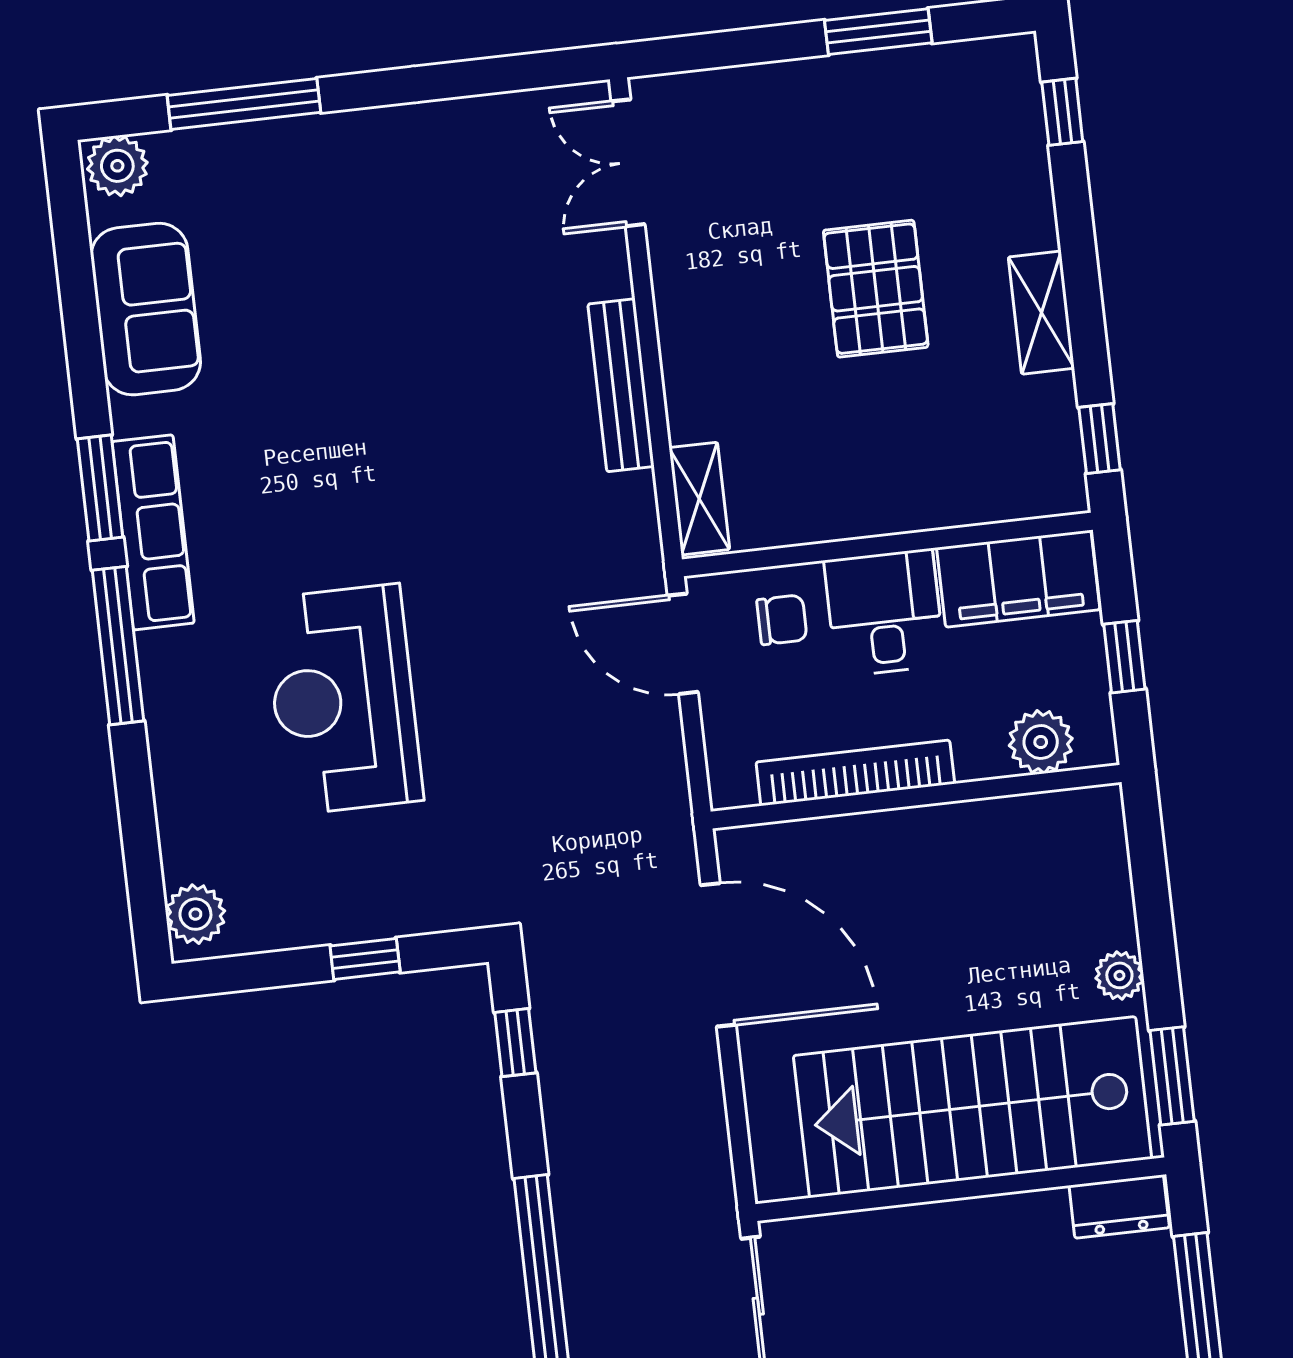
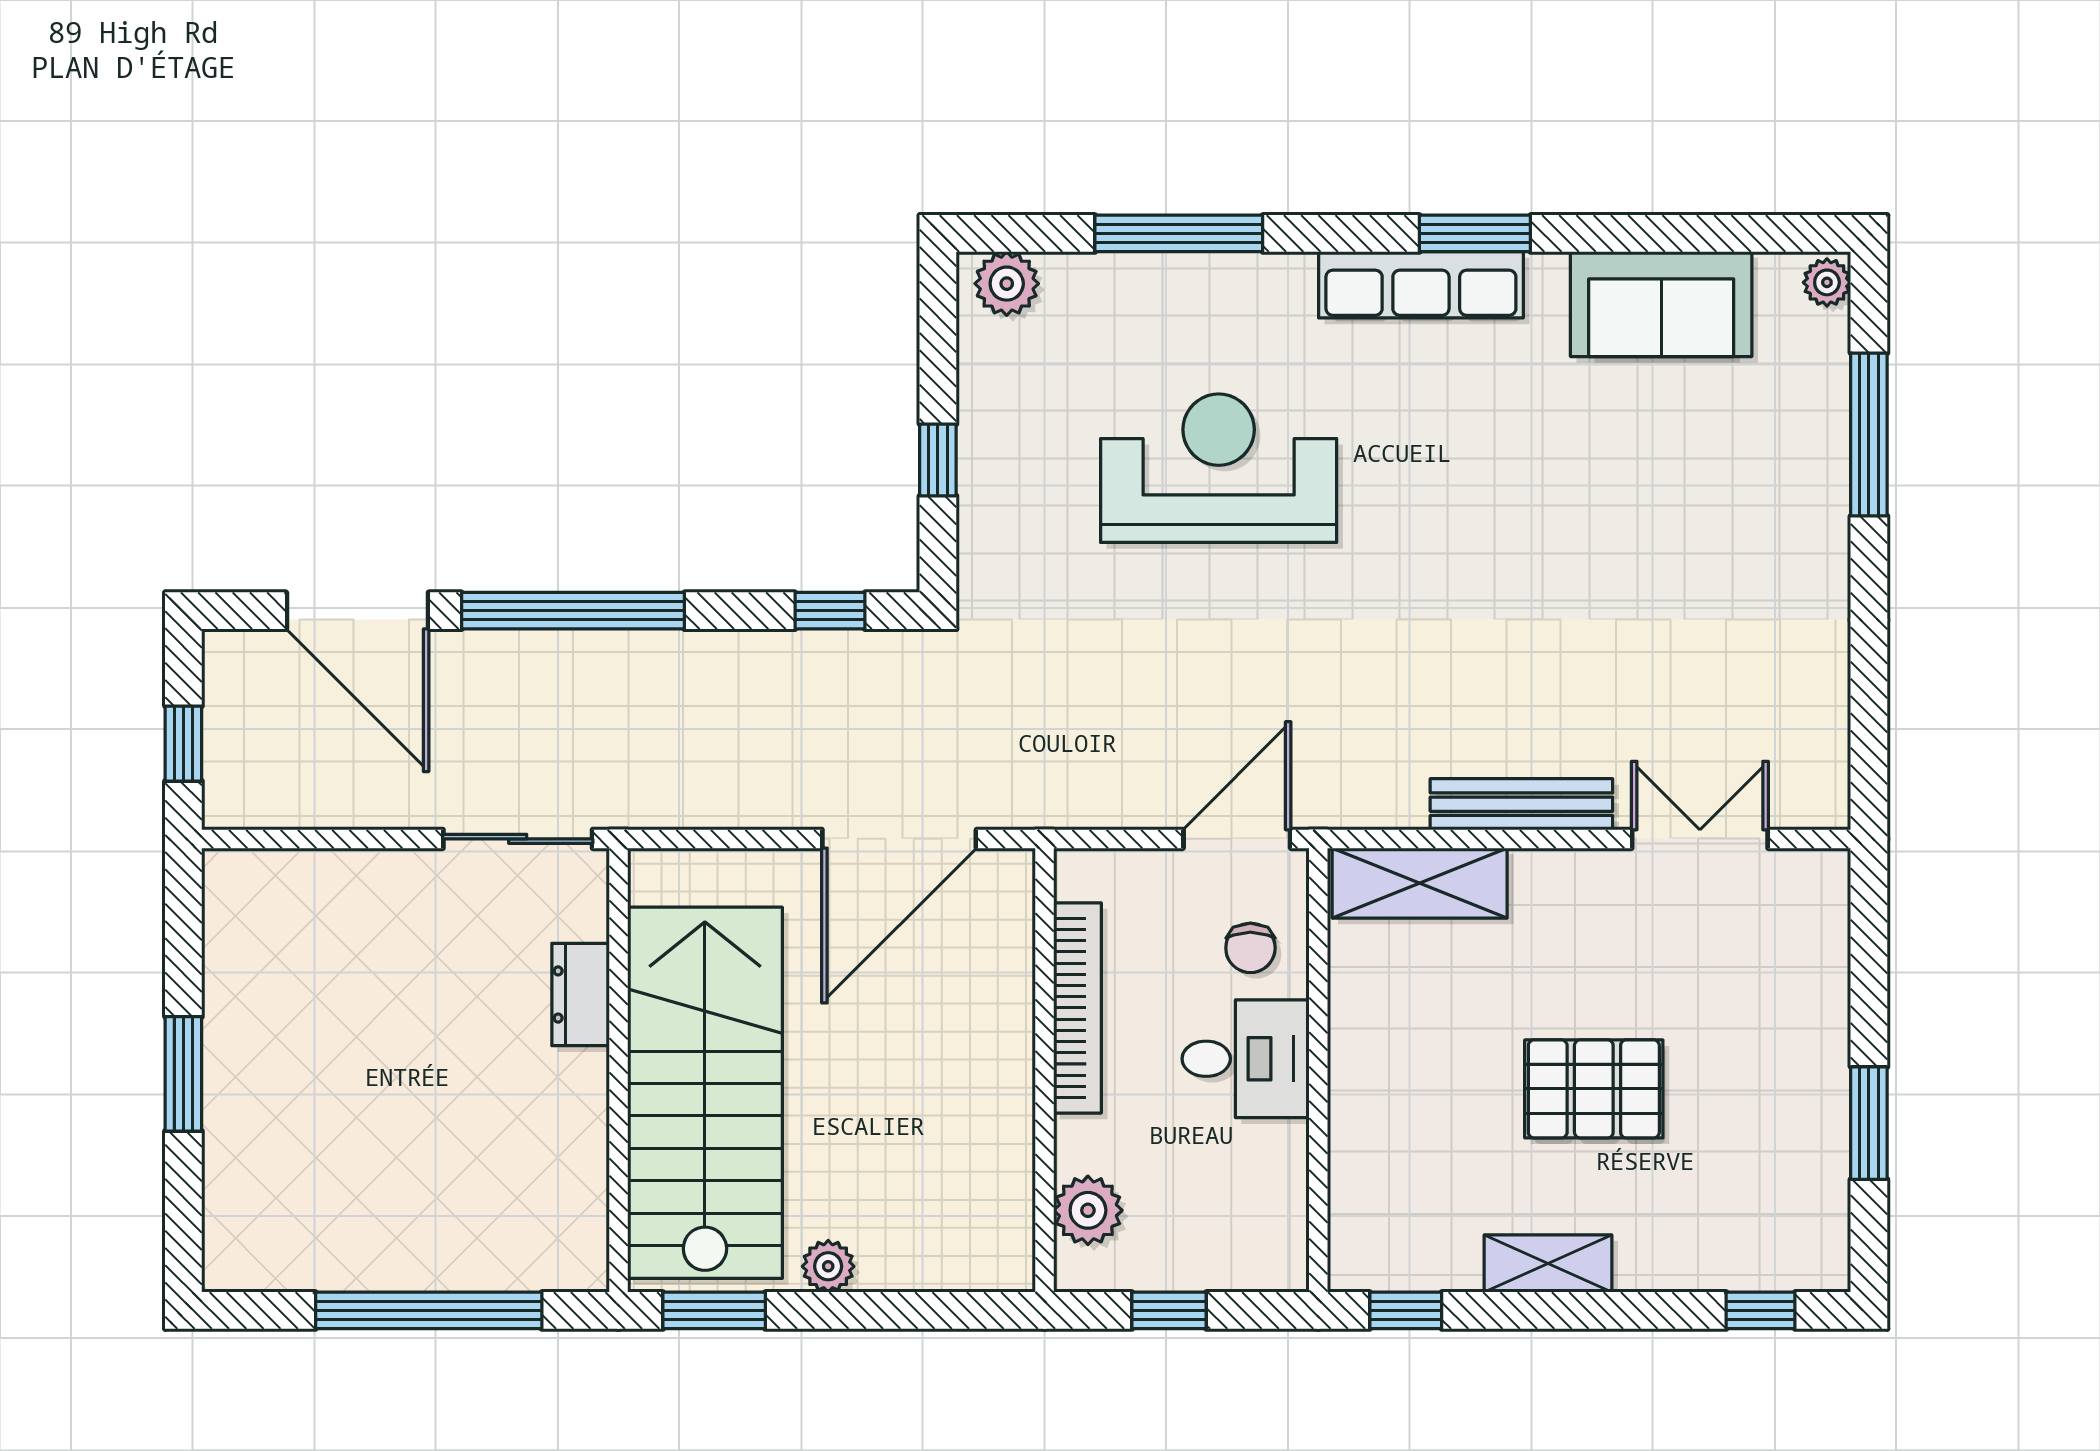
double door: (628, 163) -> (1700, 839), moved
plant: (117, 166) -> (1827, 282), width x0.73, depth x0.73
shelving: (699, 499) -> (1420, 883), width x1.50, depth x1.33
filing cabinet: (1018, 579) -> (1266, 1206), removed
window: (118, 646) -> (1179, 233), moved
dresser: (1119, 1207) -> (581, 994), moved

